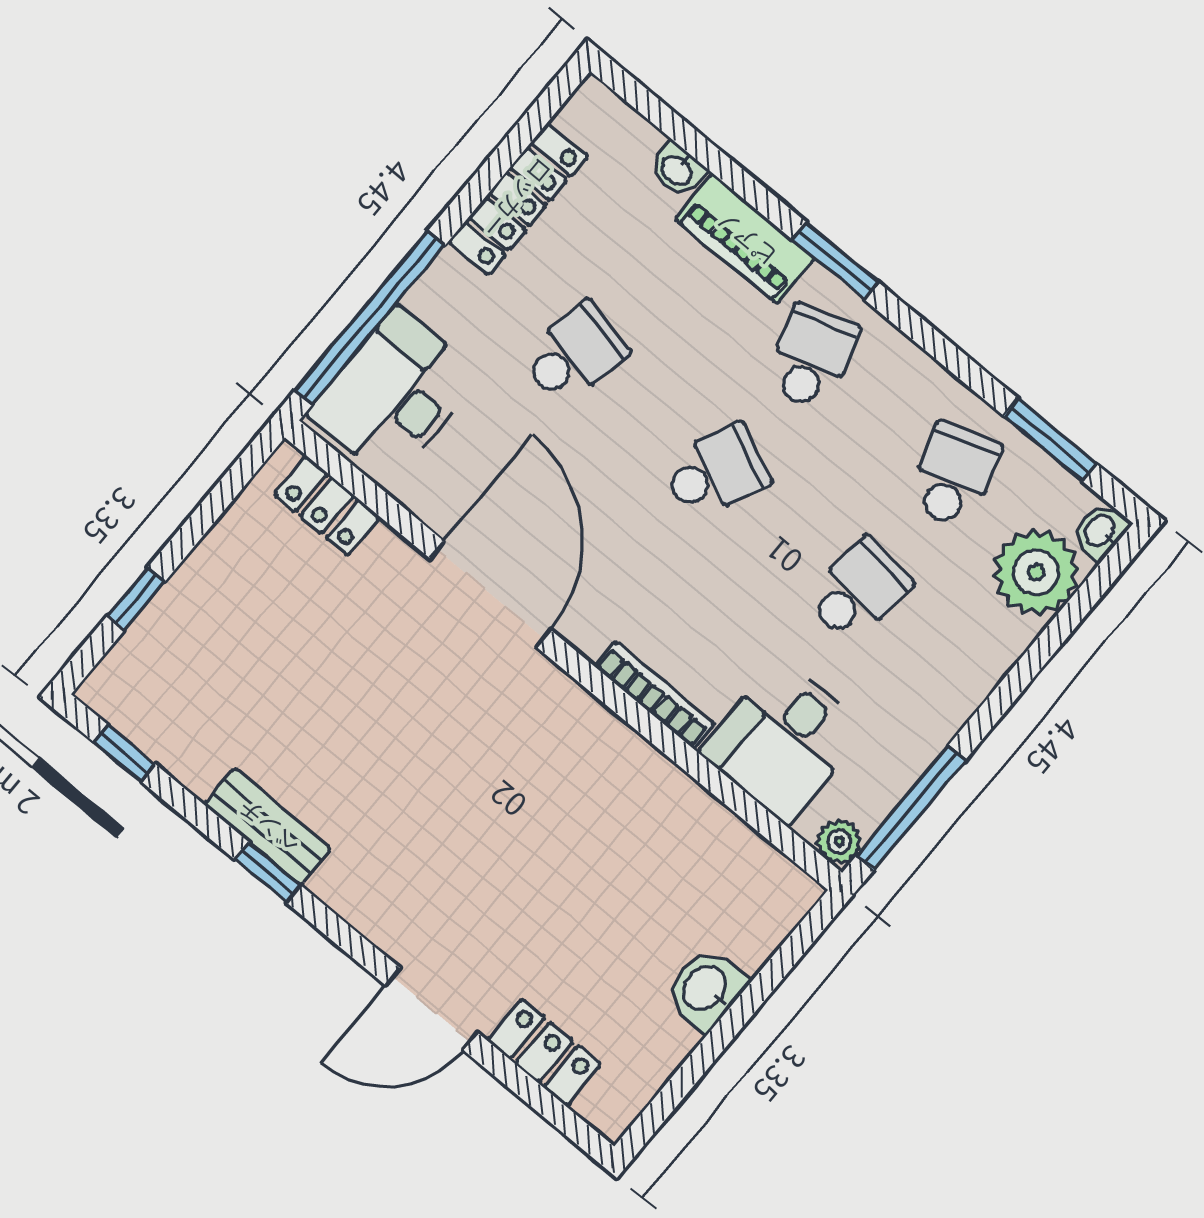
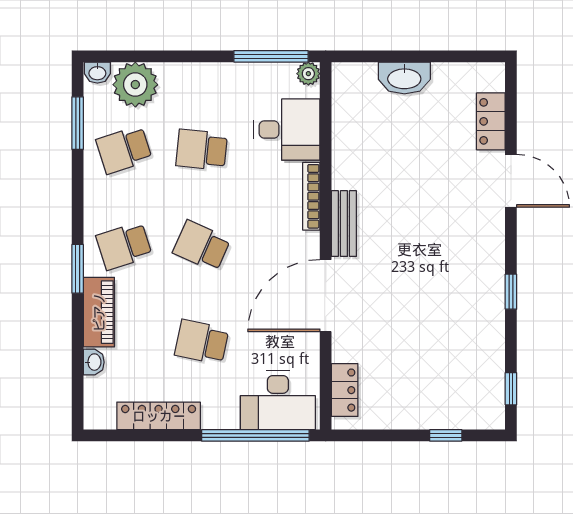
bench: (268, 827) -> (344, 224), moved
washbasin: (706, 989) -> (404, 78), width x1.38

